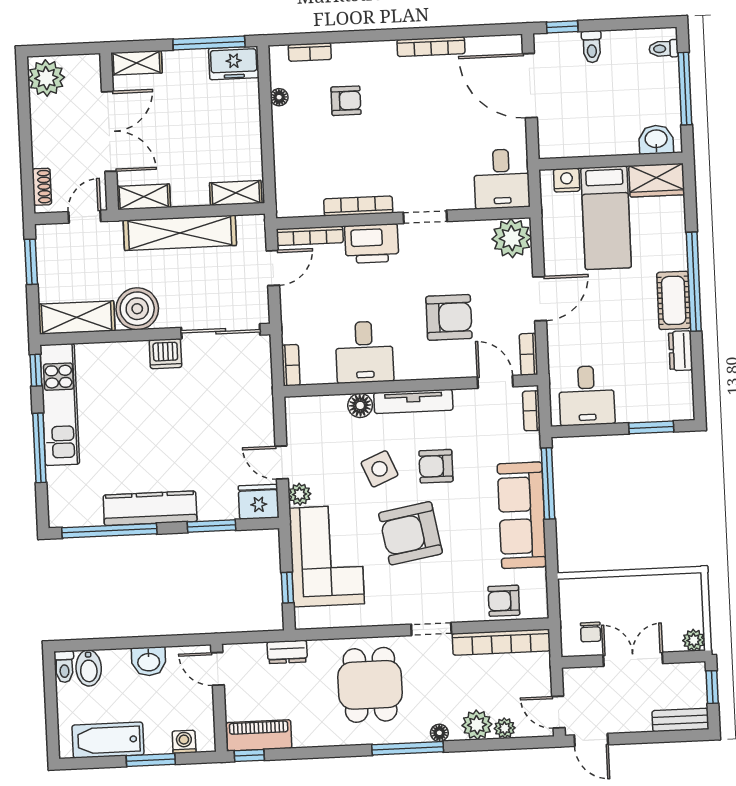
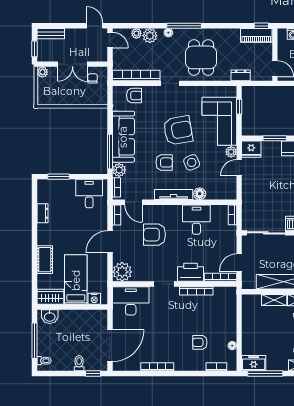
door: (530, 86) -> (110, 346), hinge flipped
desk: (502, 179) -> (131, 301), width x1.37
shelving: (236, 193) -> (274, 300), moved
window: (694, 282) -> (35, 247), removed
cot: (674, 300) -> (45, 260), moved
plant: (527, 447) -> (119, 170), added
door: (282, 463) -> (239, 168), swing flipped

